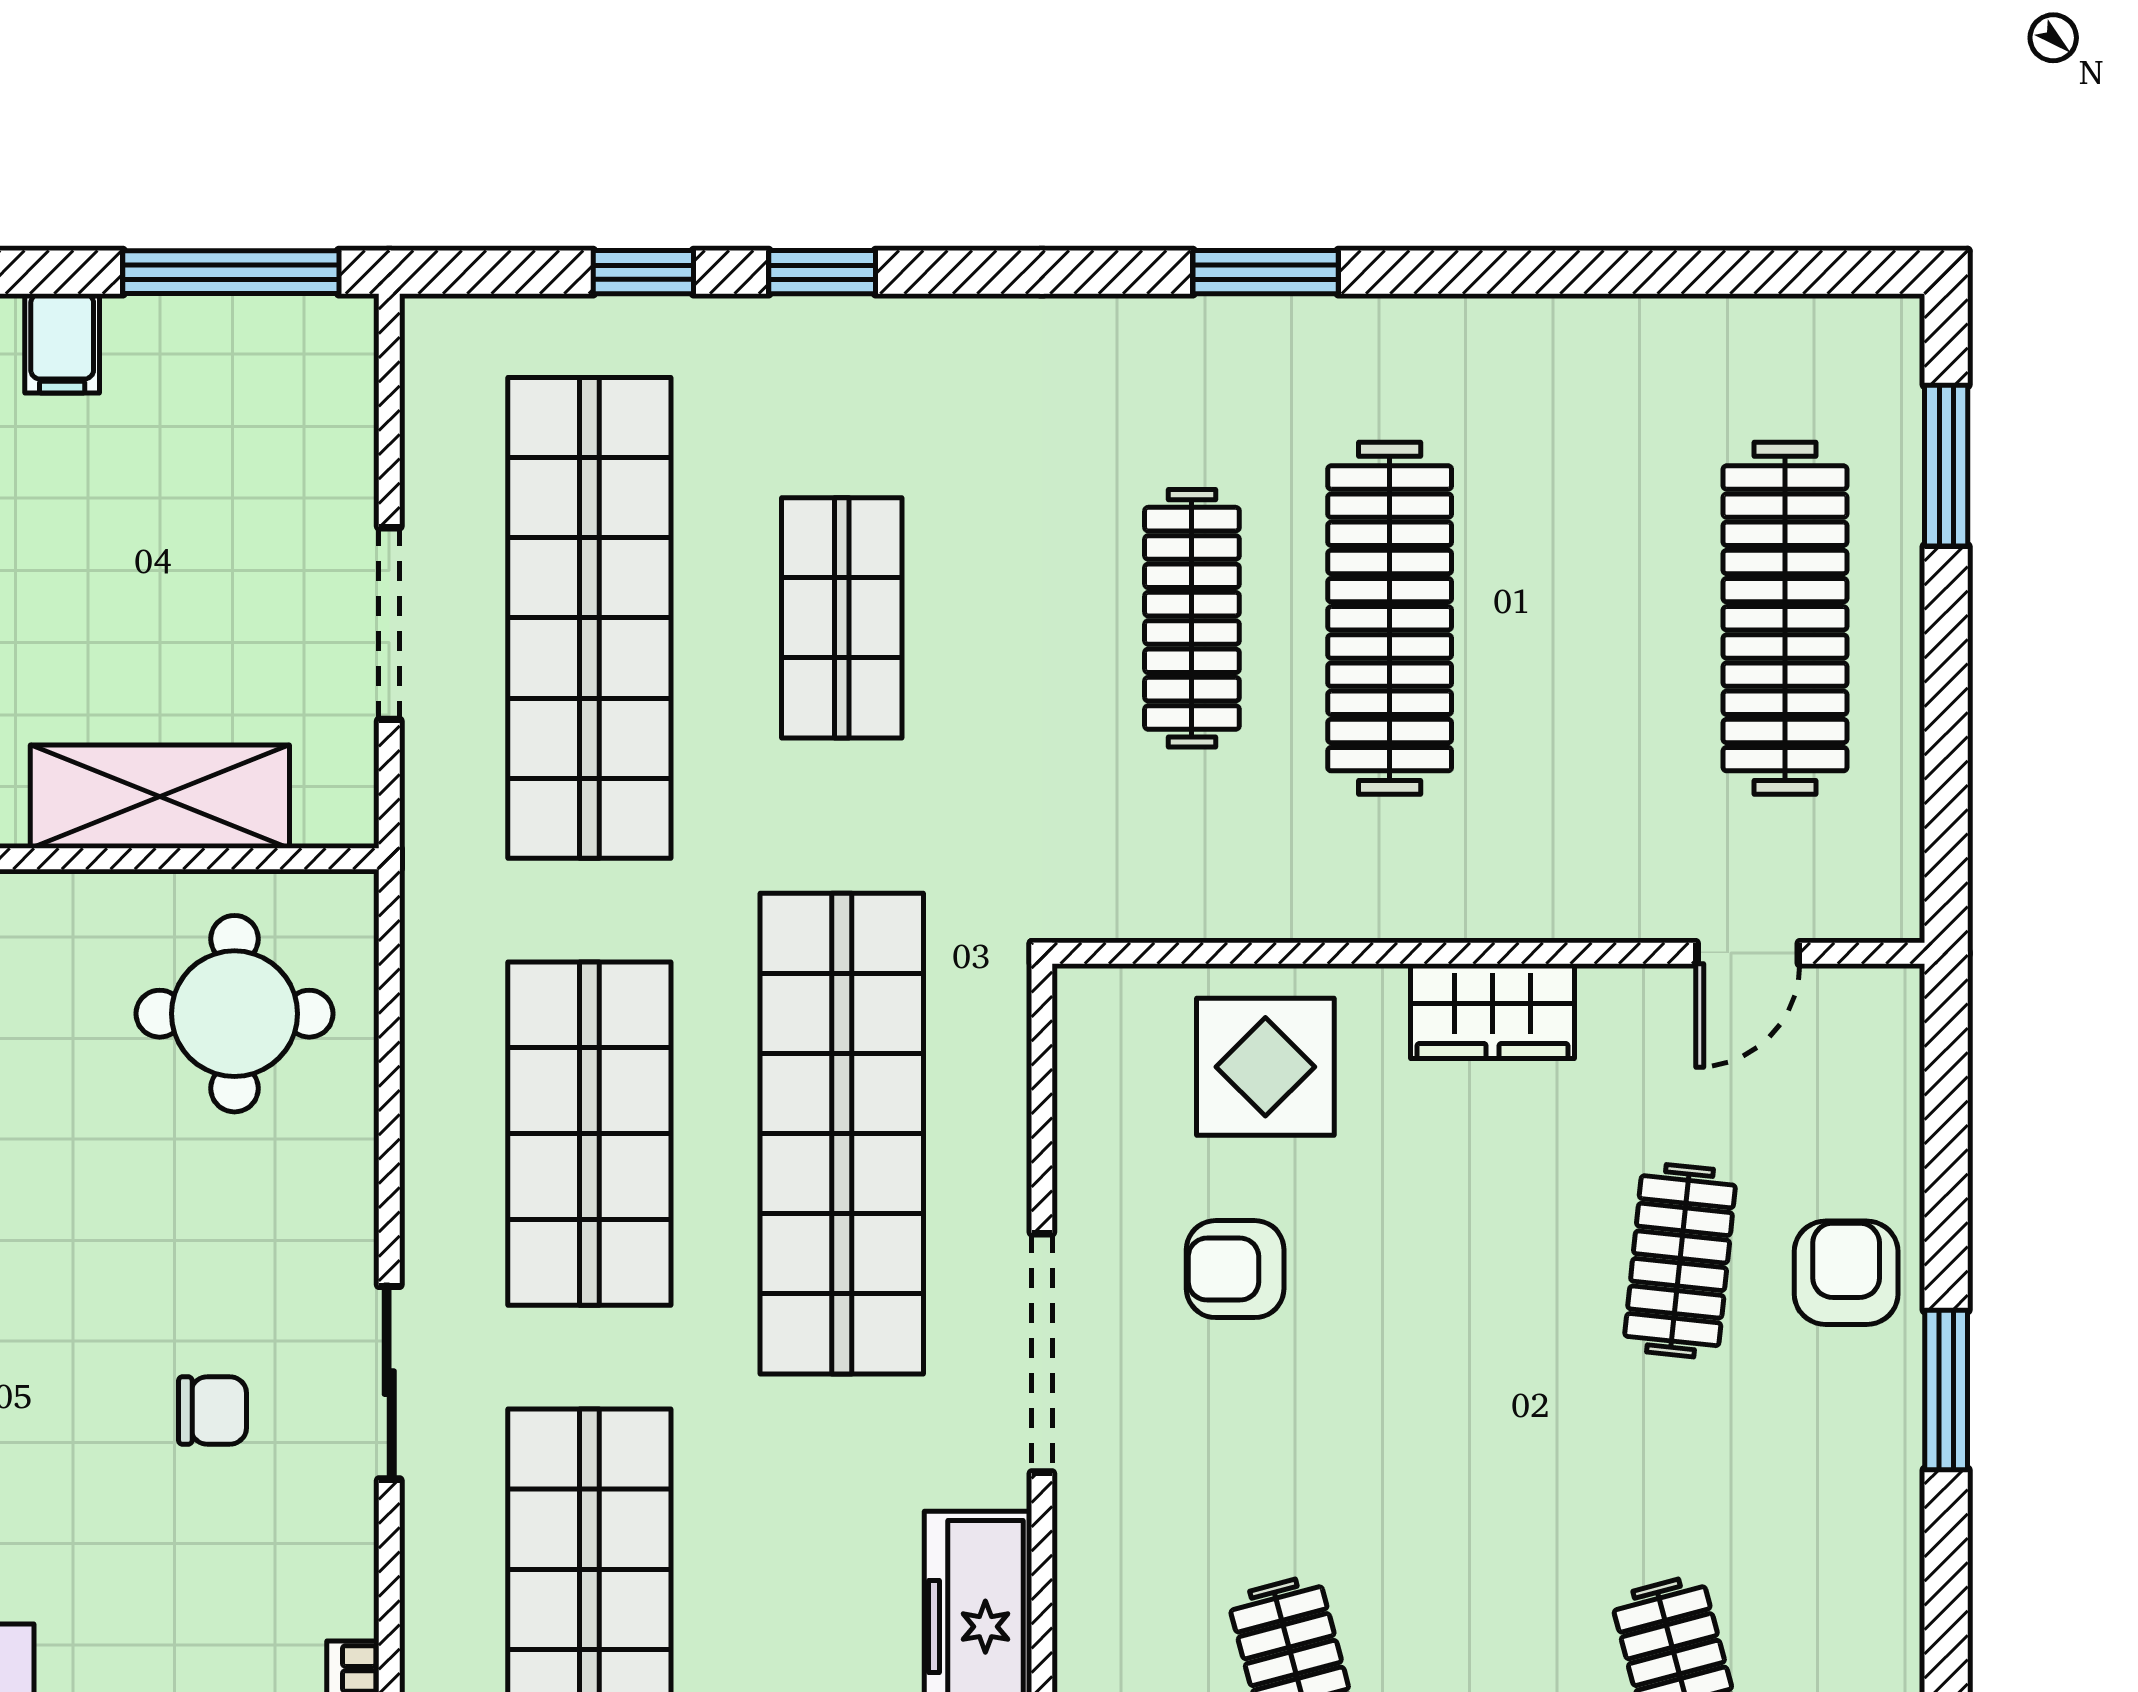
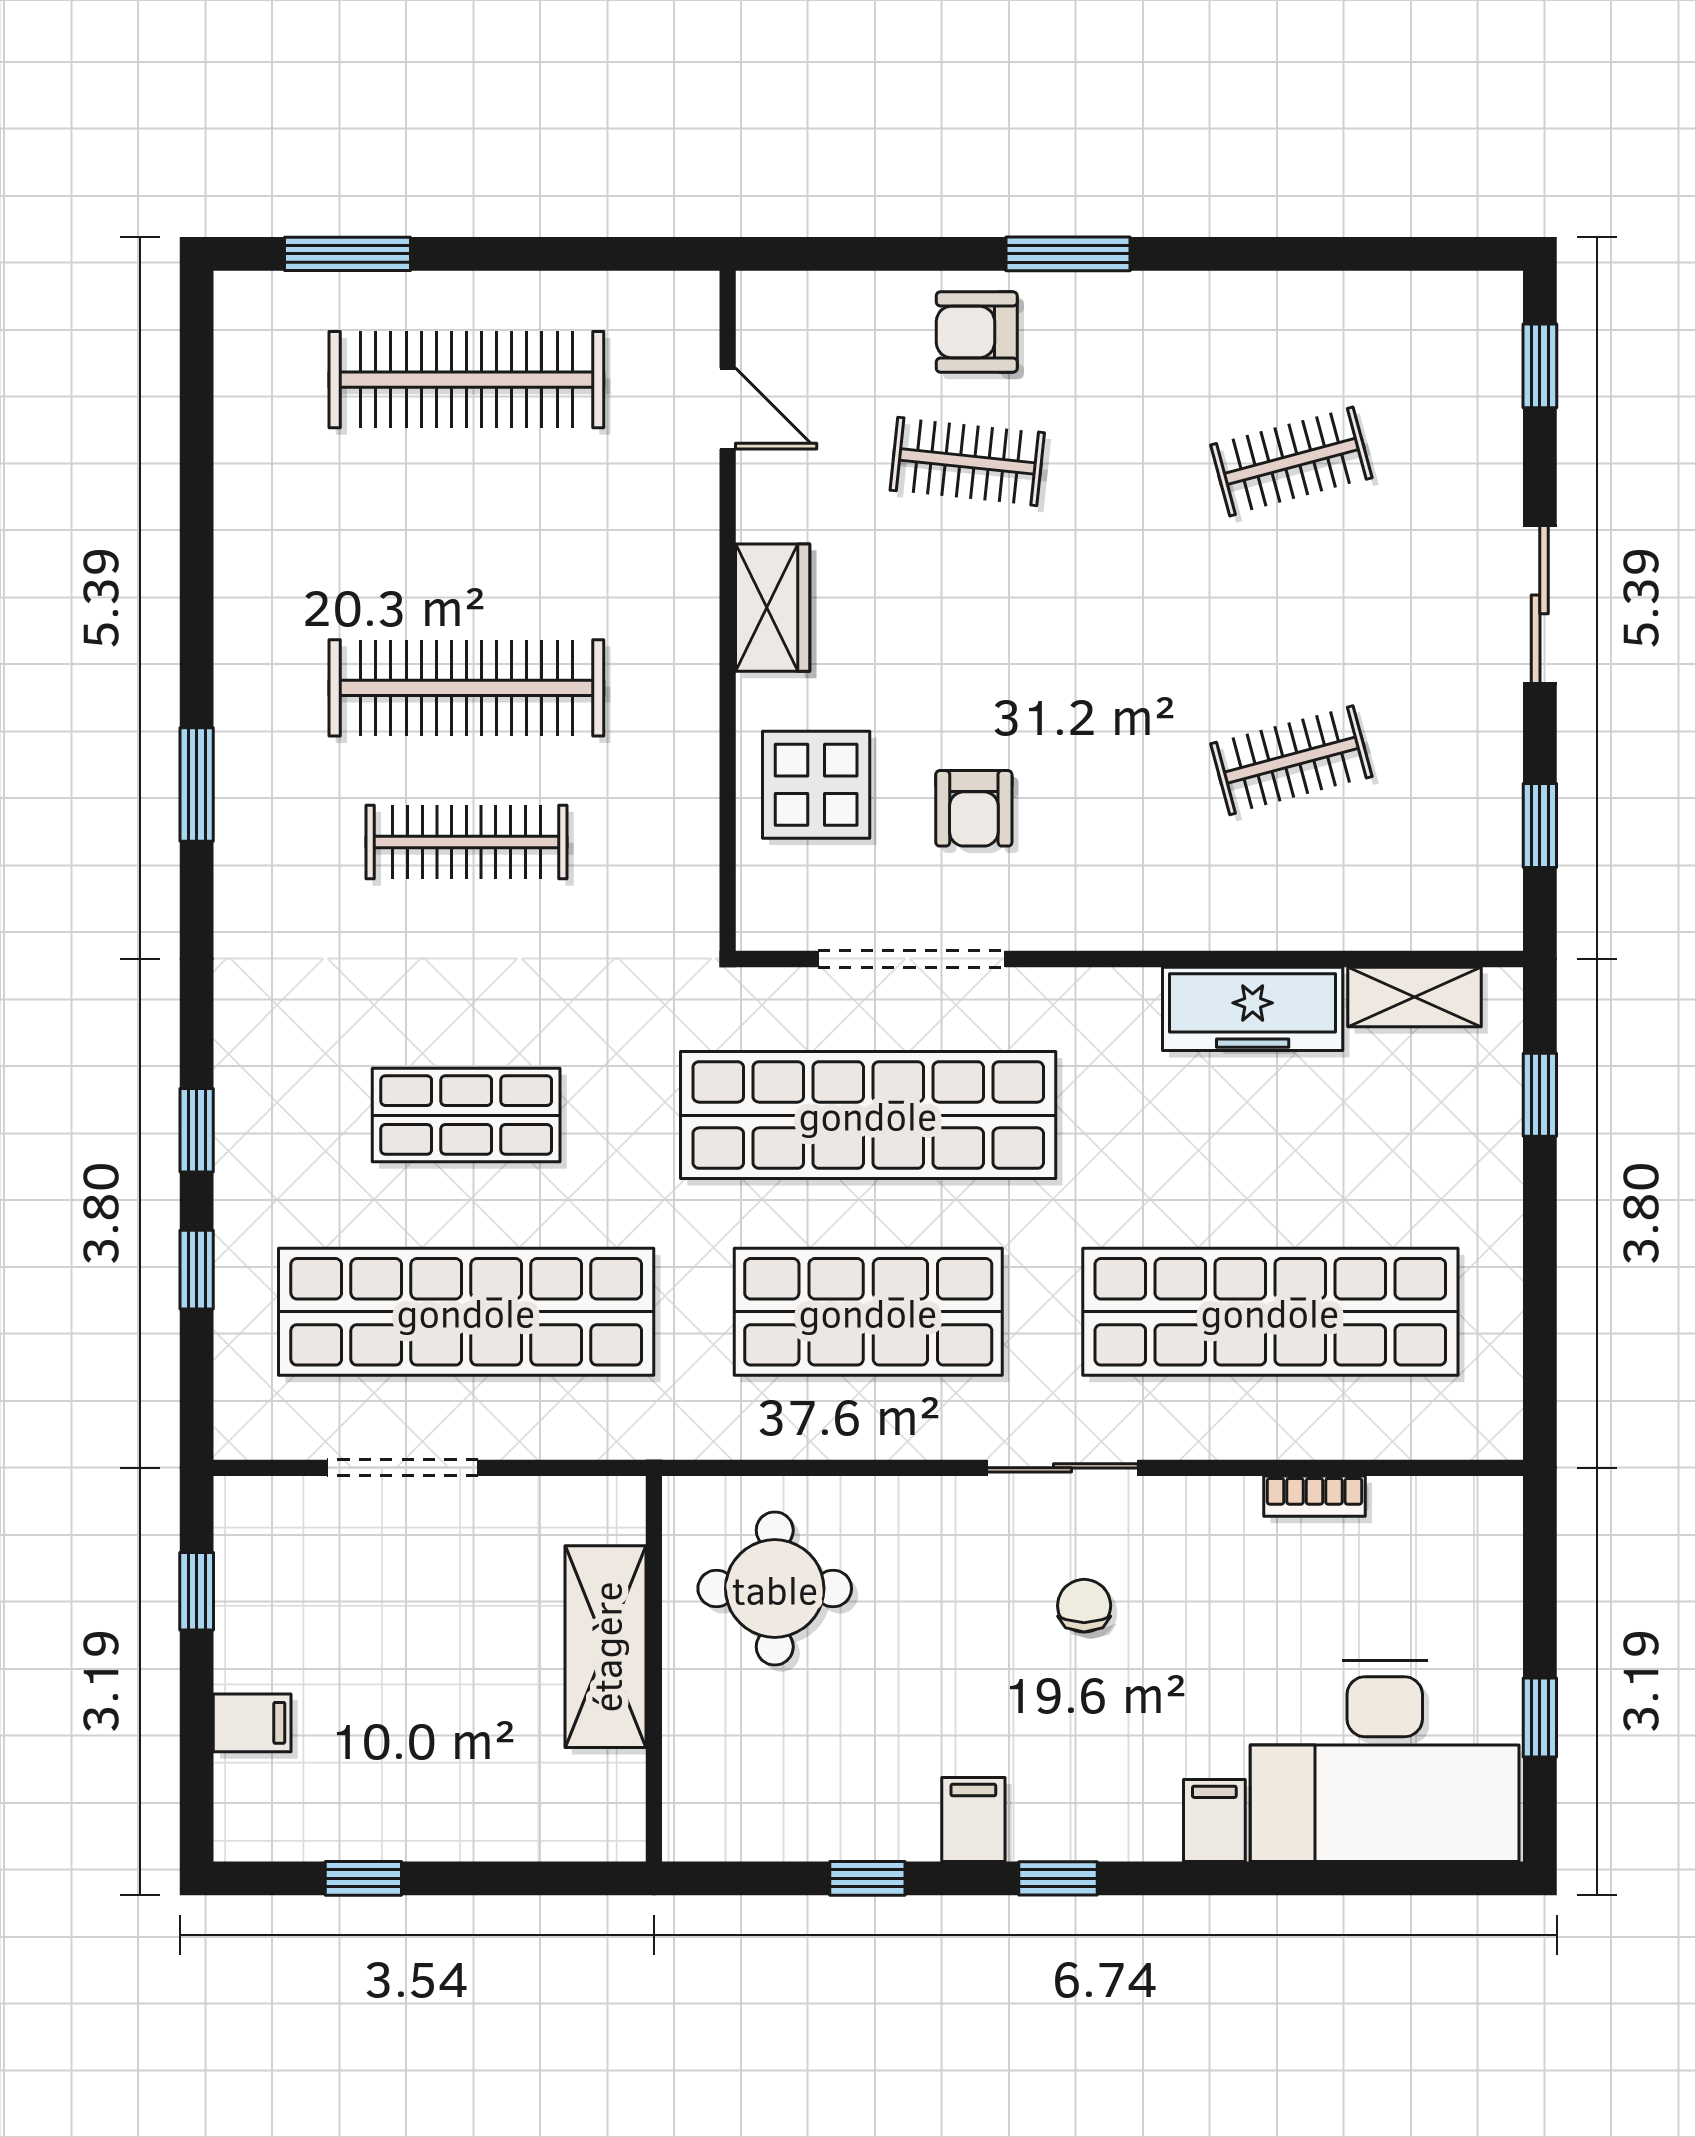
window: (231, 272) -> (197, 1591), width x0.46
doorway: (389, 624) -> (402, 1468), moved
doorway: (1042, 1353) -> (911, 959), moved

